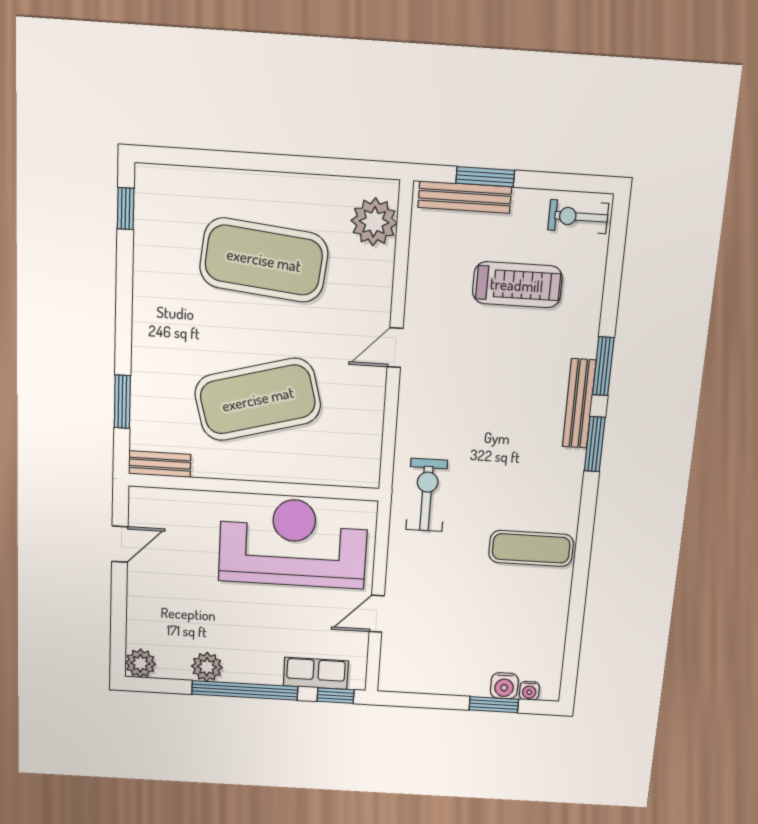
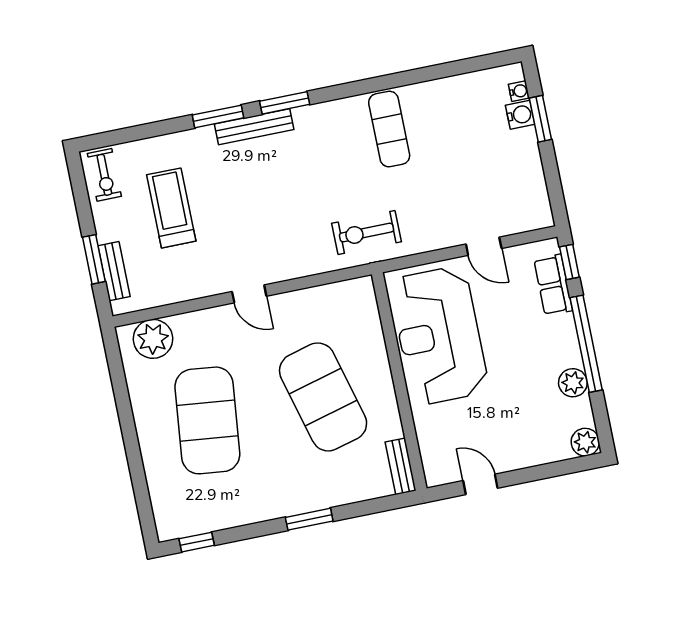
bench: (465, 197) -> (114, 271), width x0.73
window: (122, 402) -> (309, 519), moved

